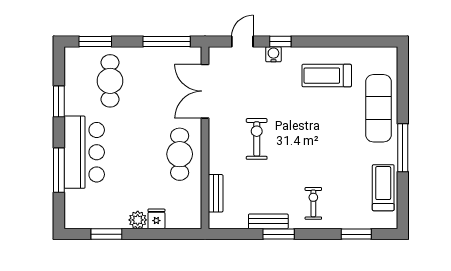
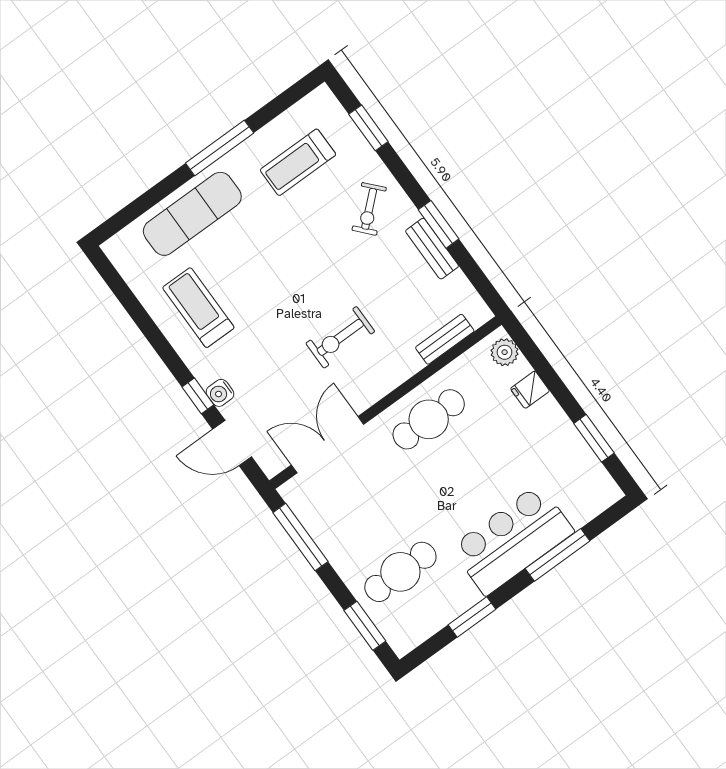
door: (242, 41) -> (232, 443), width x1.37
treadmill: (327, 76) -> (198, 308), turned 180
double door: (205, 91) -> (328, 445), swing flipped
treadmill: (383, 188) -> (298, 162), moved
exercise bike: (313, 203) -> (369, 209), turned -42
plant: (138, 220) -> (505, 352), moved

